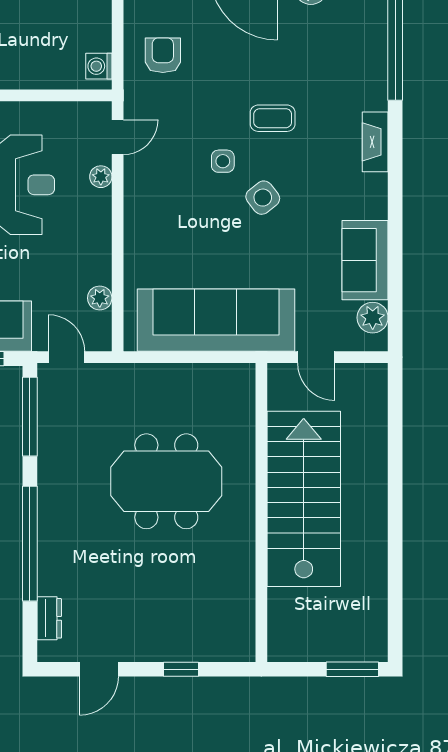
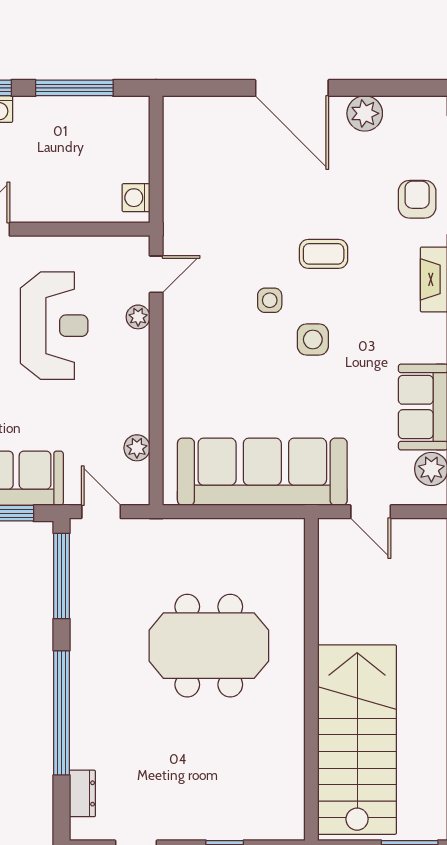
armchair: (163, 55) -> (417, 199), moved
side table: (263, 198) -> (313, 339), turned 38
stairs: (304, 499) -> (357, 740), moved

